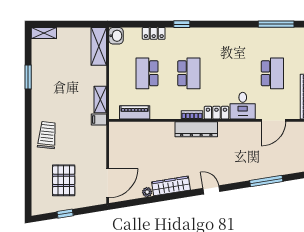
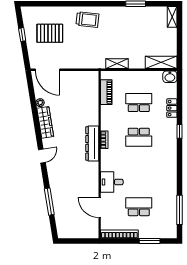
school desk: (272, 73) -> (139, 207), turned 180
locker: (216, 113) -> (106, 160), removed
filing cabinet: (99, 120) -> (100, 63), removed

